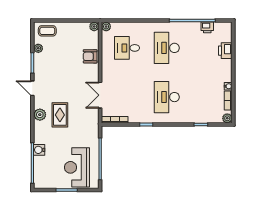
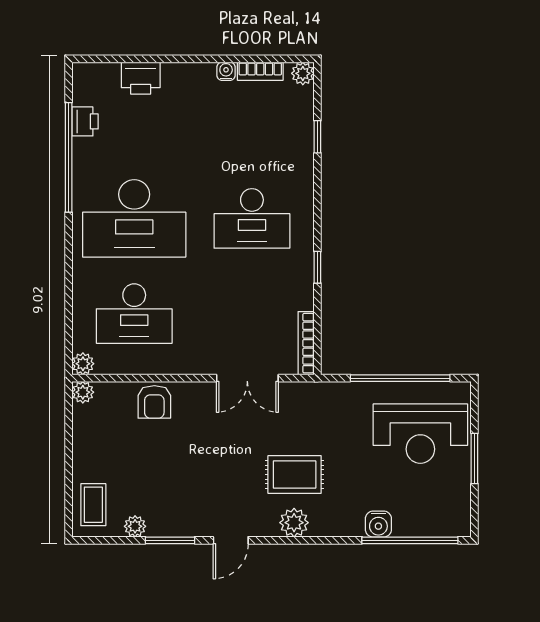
desk: (127, 48) -> (134, 314), width x1.37
desk: (167, 48) -> (134, 218), width x1.36, depth x1.30

